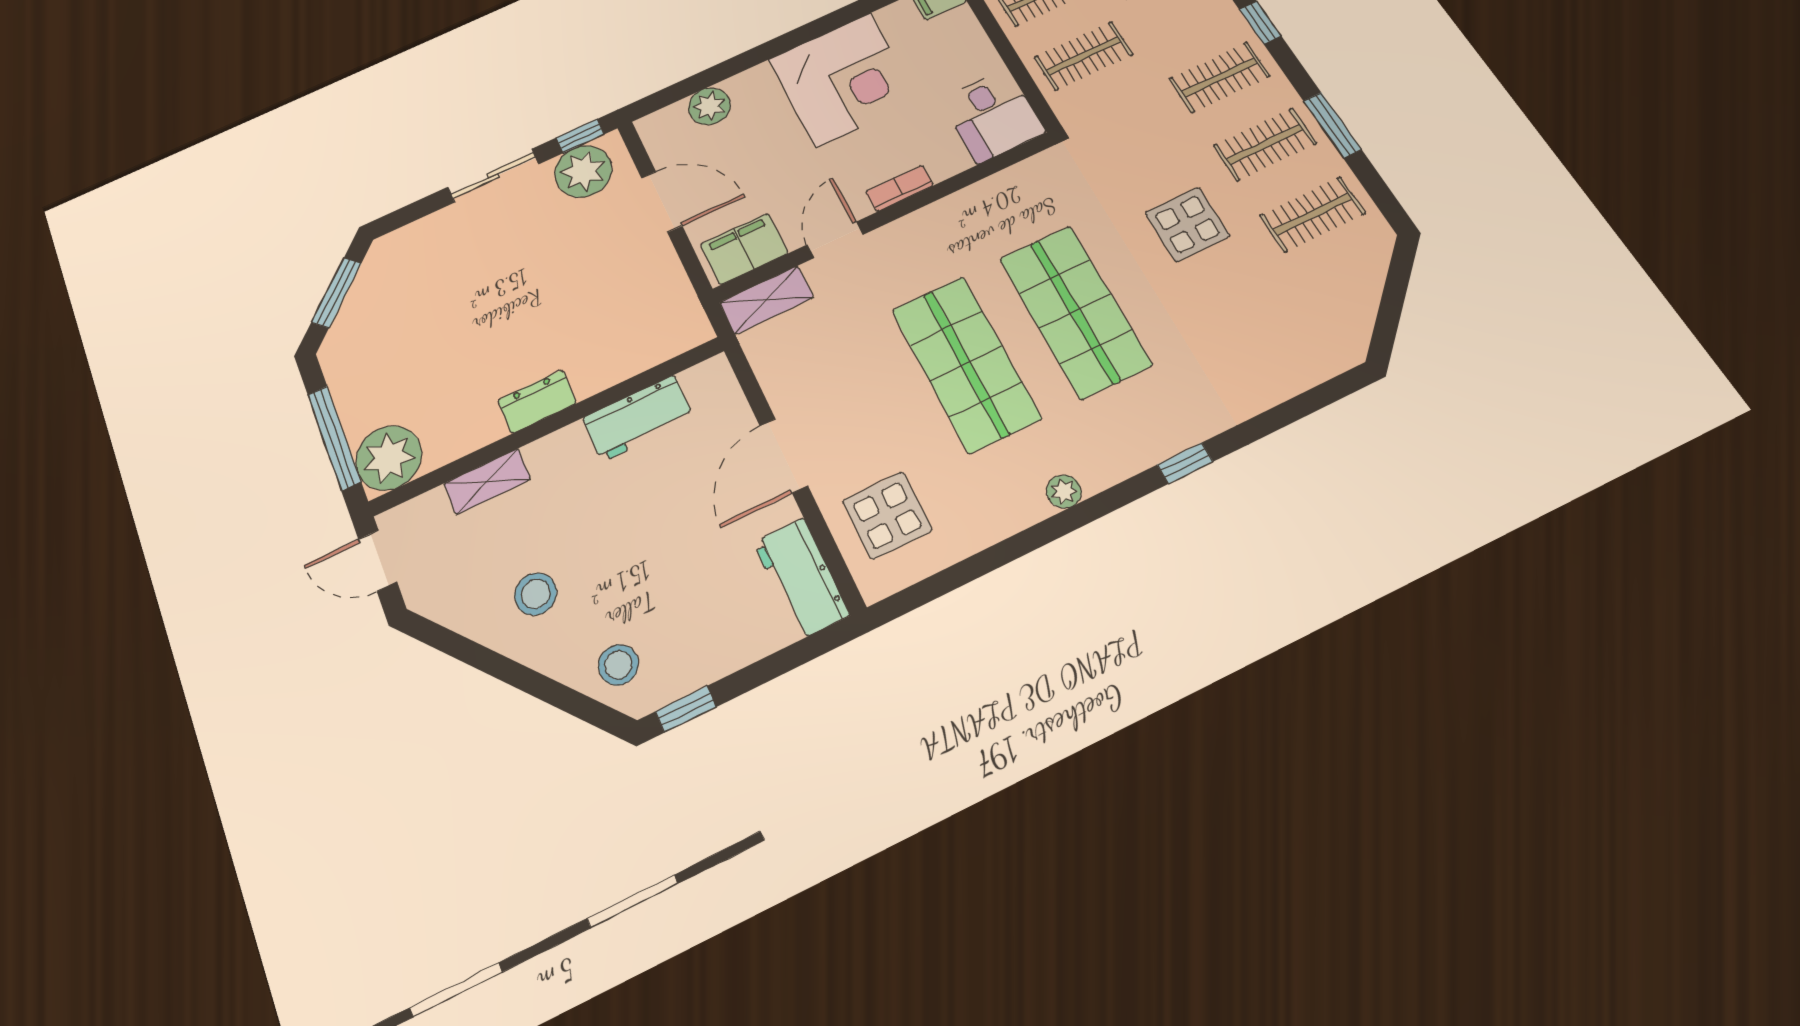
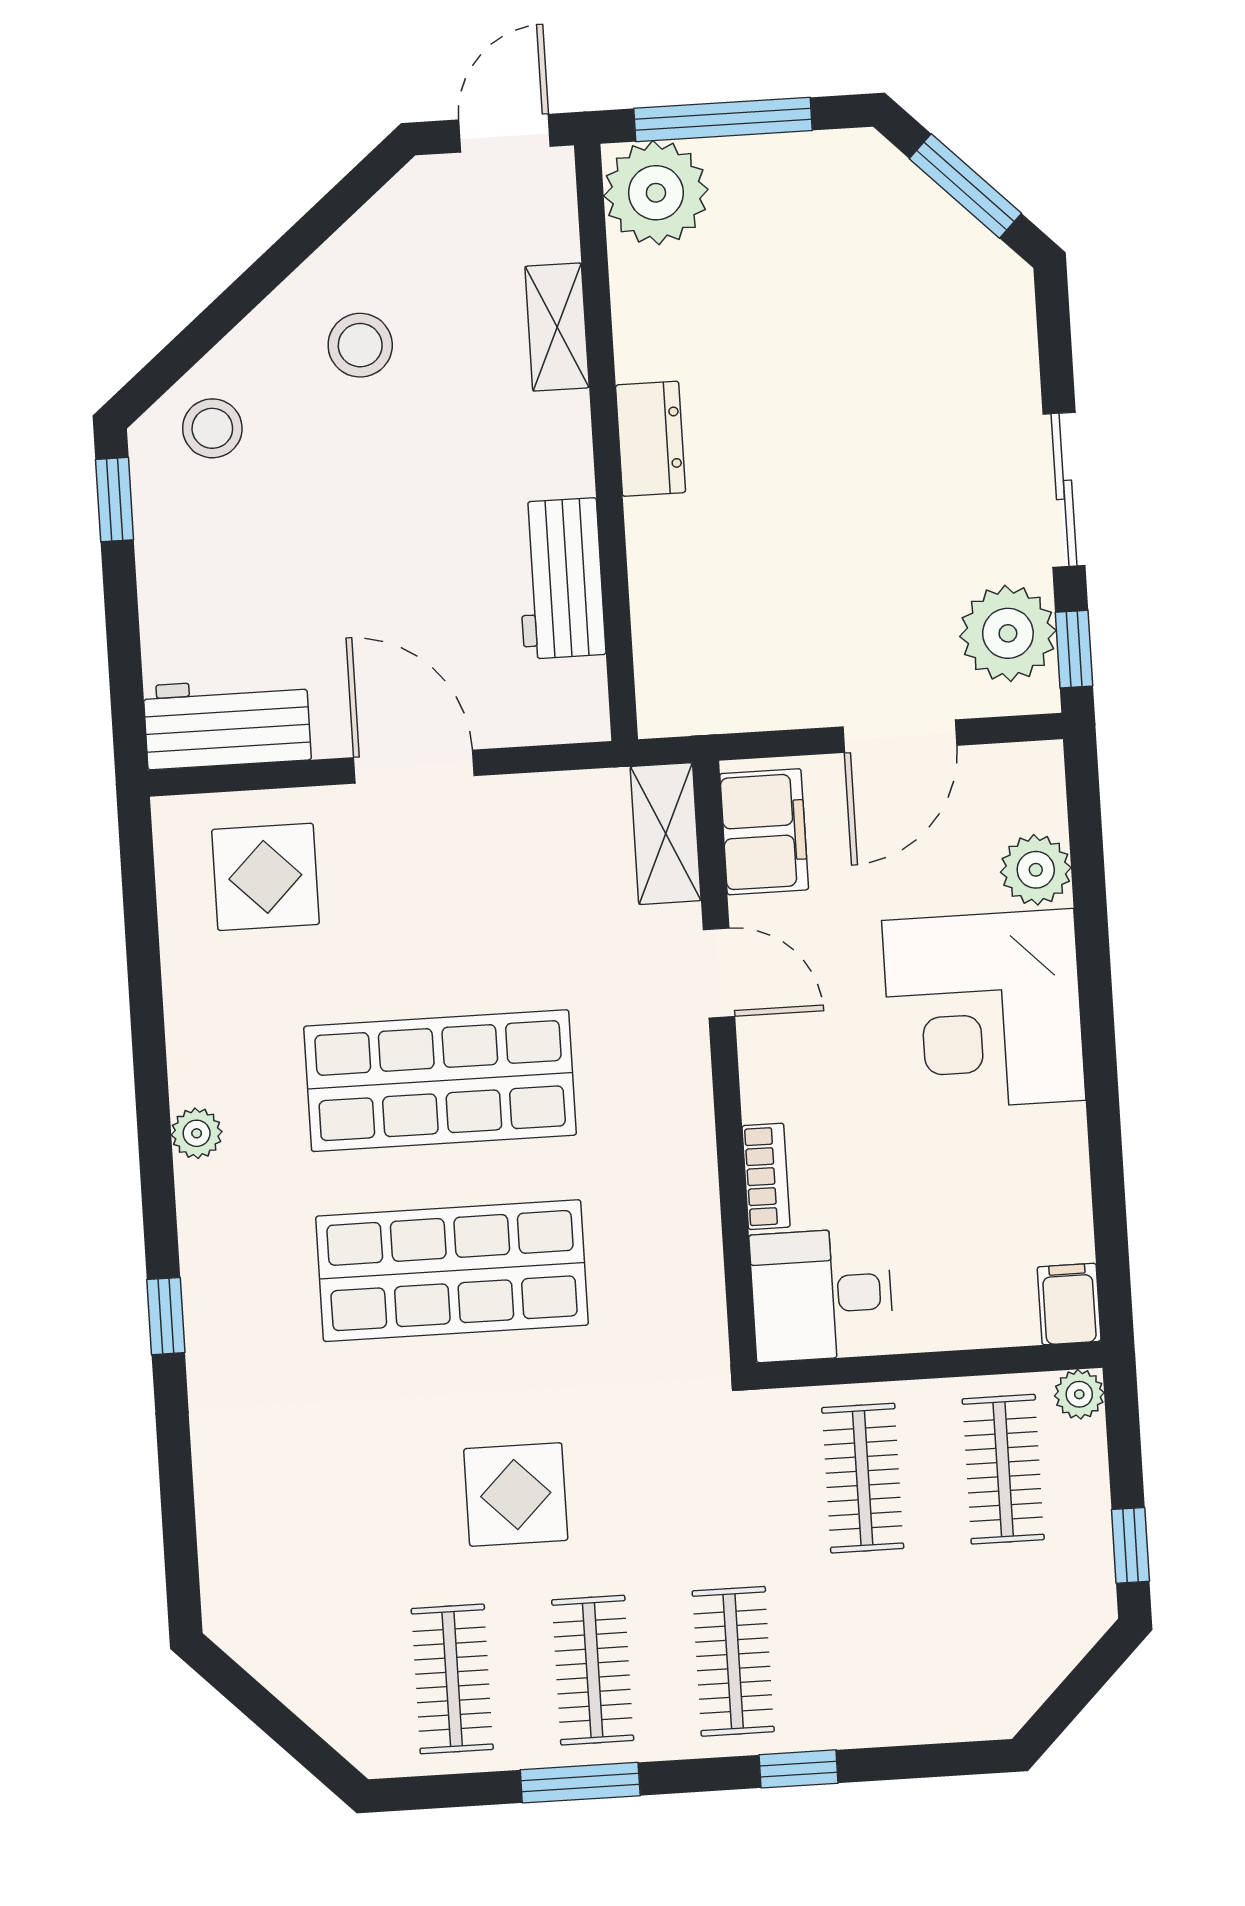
corner desk: (843, 80) -> (984, 1010), moved
bookcase: (900, 188) -> (766, 1176), moved

